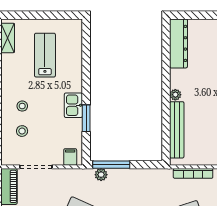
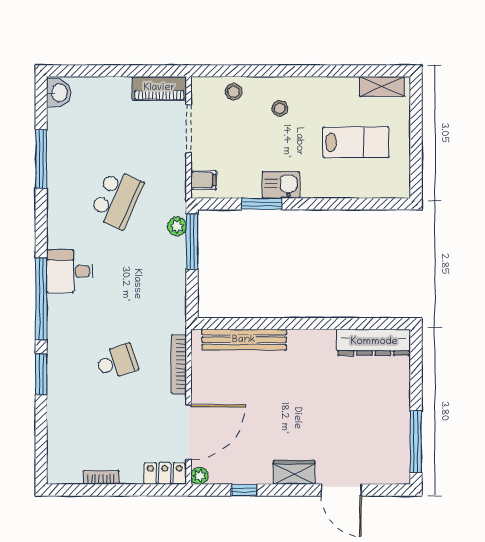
plant: (175, 95) -> (297, 338), removed
stool: (22, 131) -> (234, 92), moved

